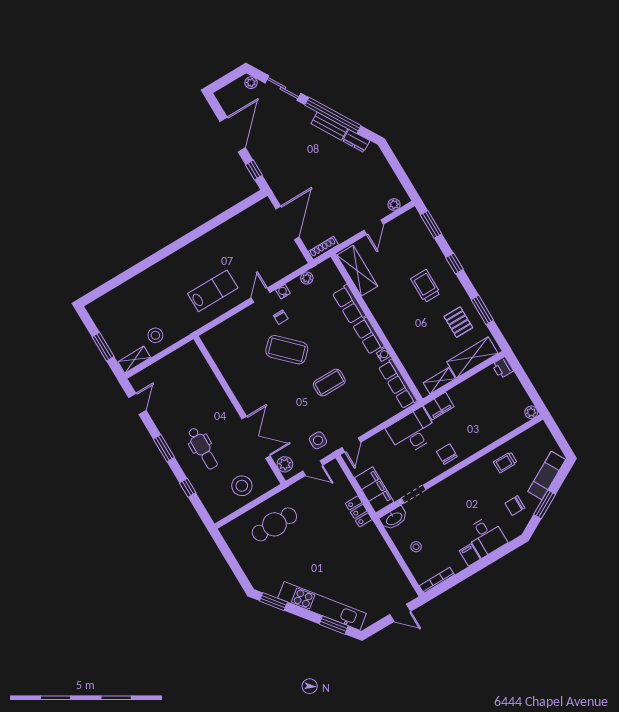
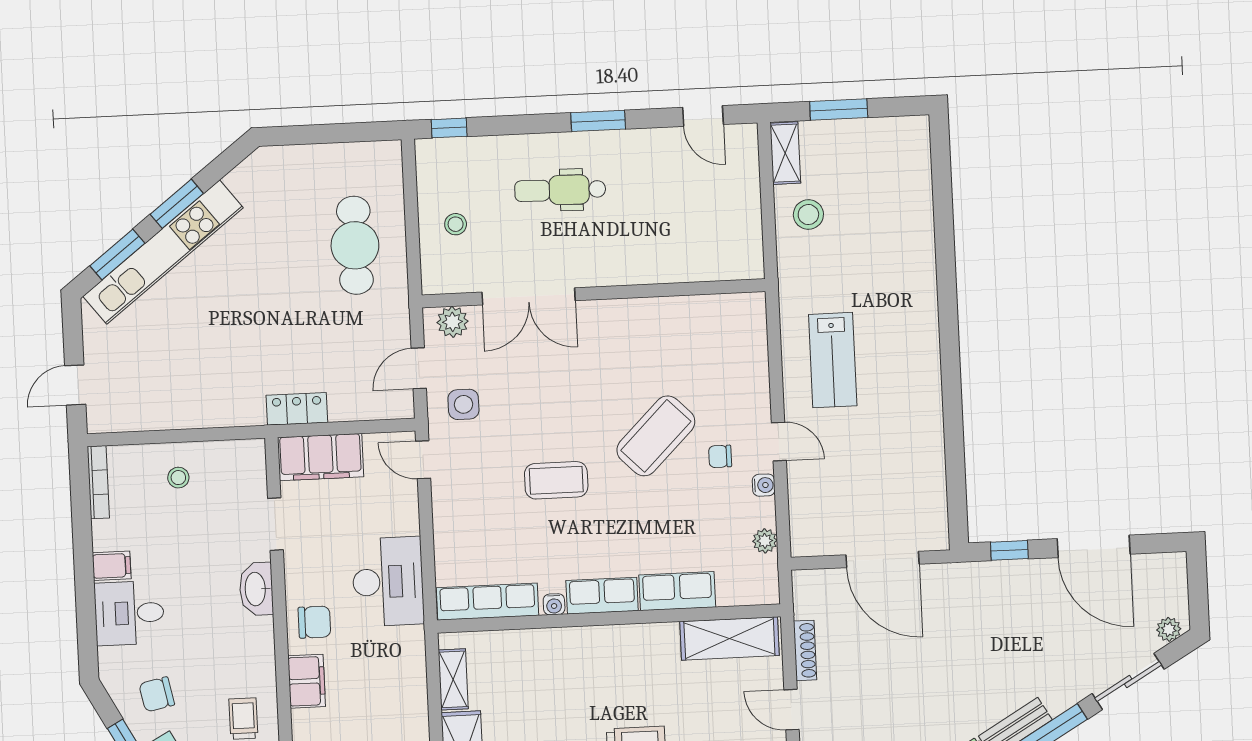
shoe rack: (323, 248) -> (805, 650), moved
coffee table: (329, 383) -> (556, 480), turned 90
filing cabinet: (439, 406) -> (307, 681), moved, turned 180
stool: (242, 486) -> (456, 224), width x0.53, depth x0.53
window: (188, 488) -> (449, 128), moved
chair: (515, 506) -> (157, 694), turned -102
washbasin: (394, 518) -> (256, 589), moved
window: (273, 602) -> (177, 204), moved

